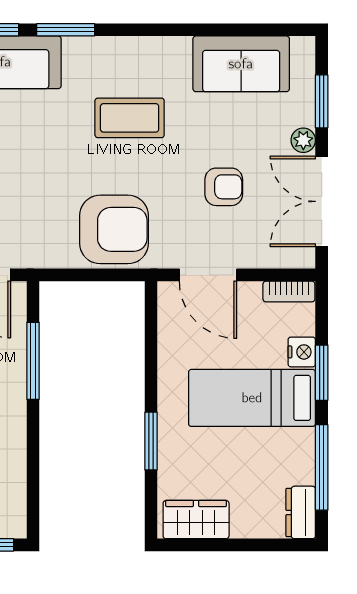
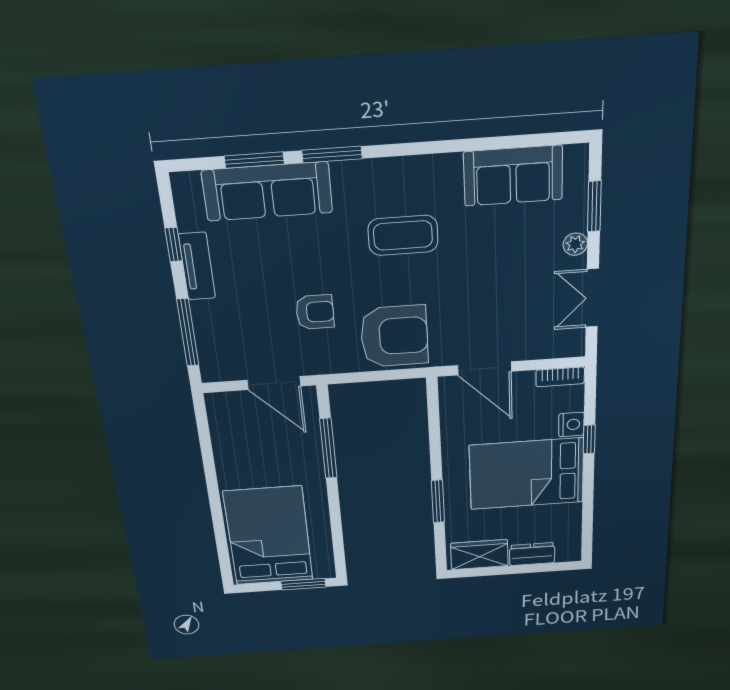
armchair: (224, 187) -> (315, 312), moved
double door: (322, 201) -> (592, 298), width x0.73
window: (322, 373) -> (589, 439), width x0.67
bed: (252, 398) -> (527, 474), width x1.50
window: (322, 467) -> (588, 510), removed
dresser: (301, 512) -> (532, 554), moved, turned 90

